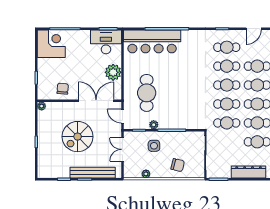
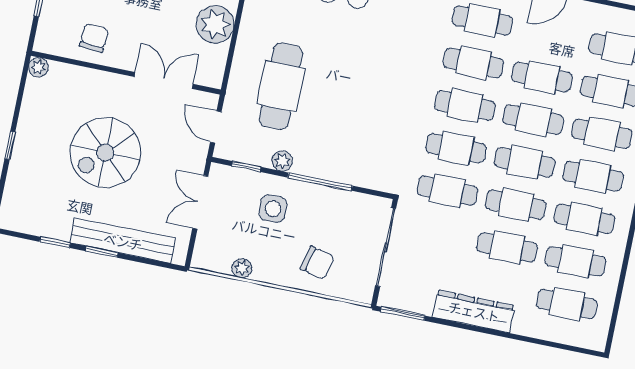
double door: (96, 101) -> (164, 80), width x0.73

